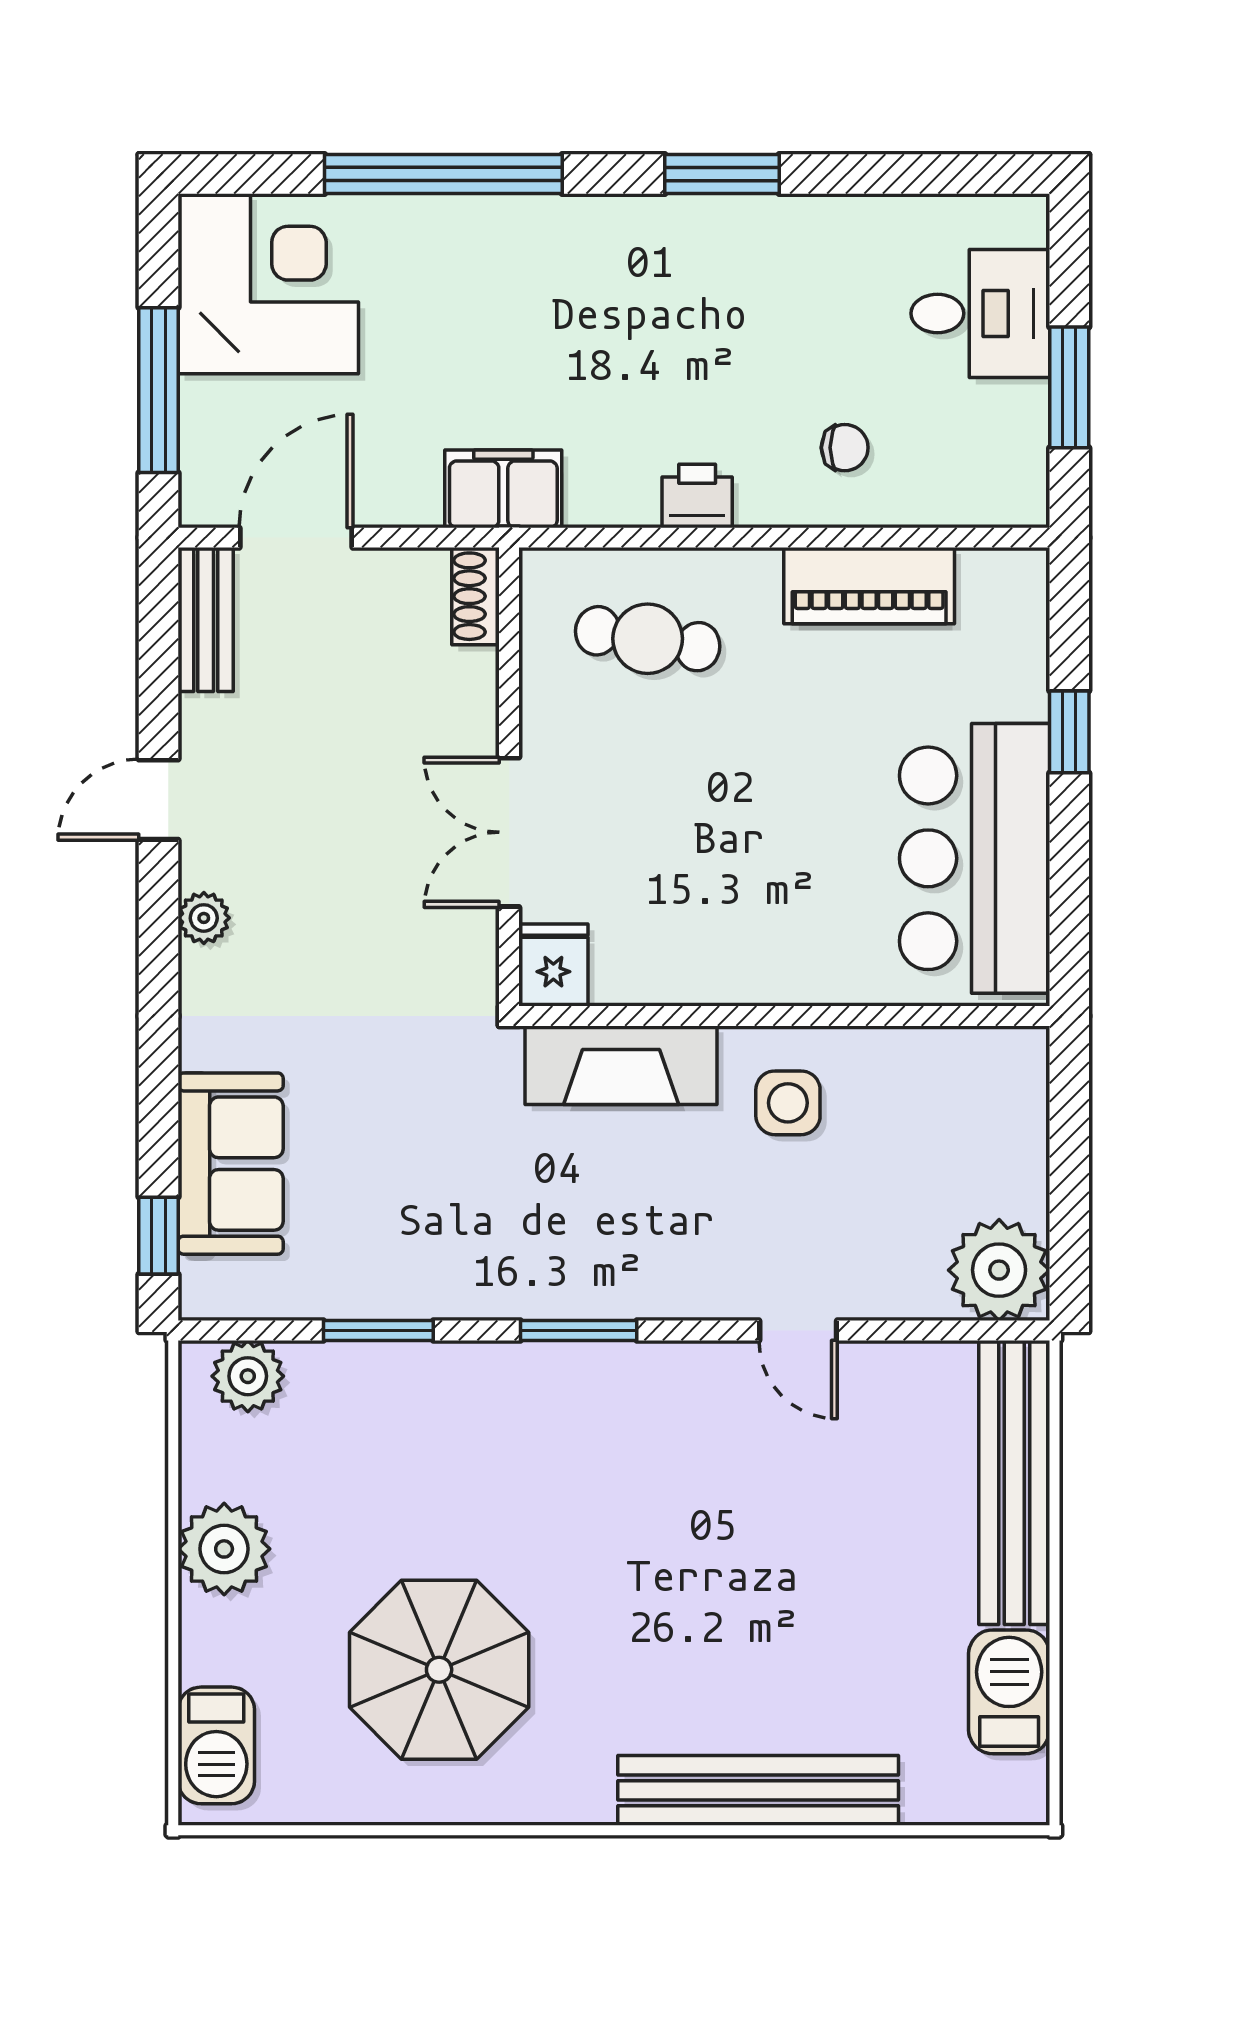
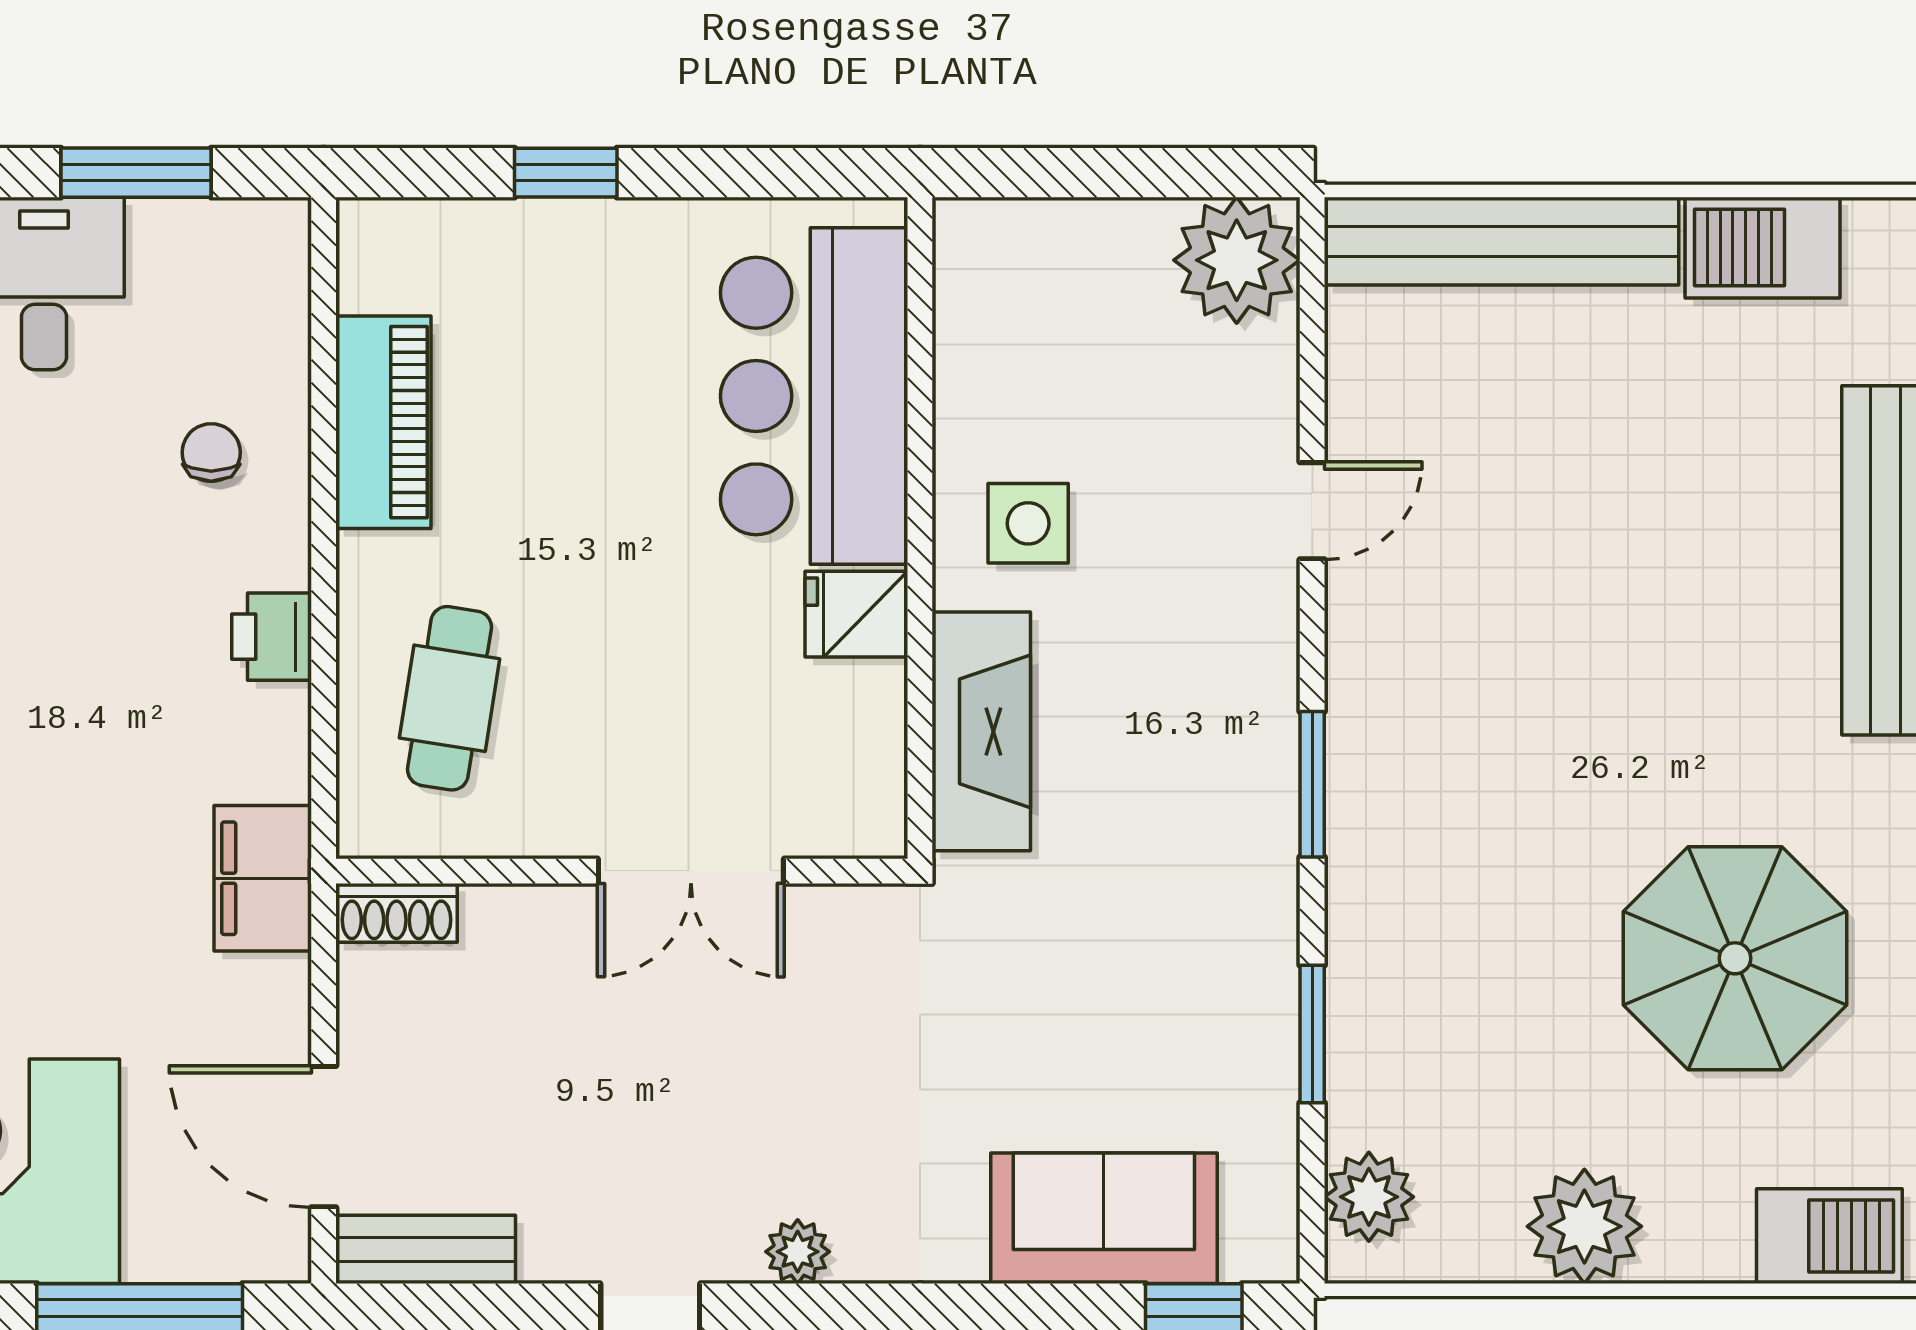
bar counter: (975, 858) -> (814, 396), moved, turned 90
fridge: (553, 965) -> (856, 614), moved

